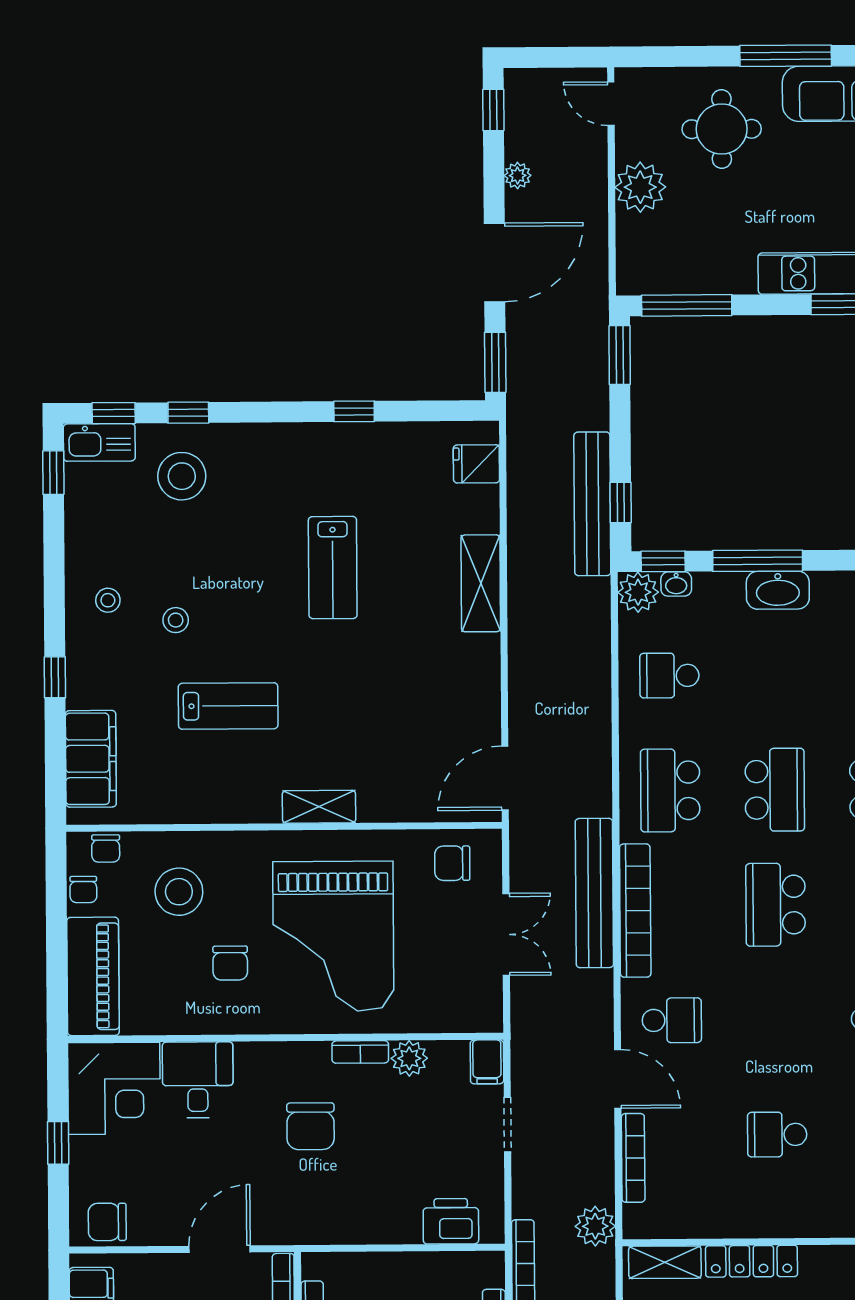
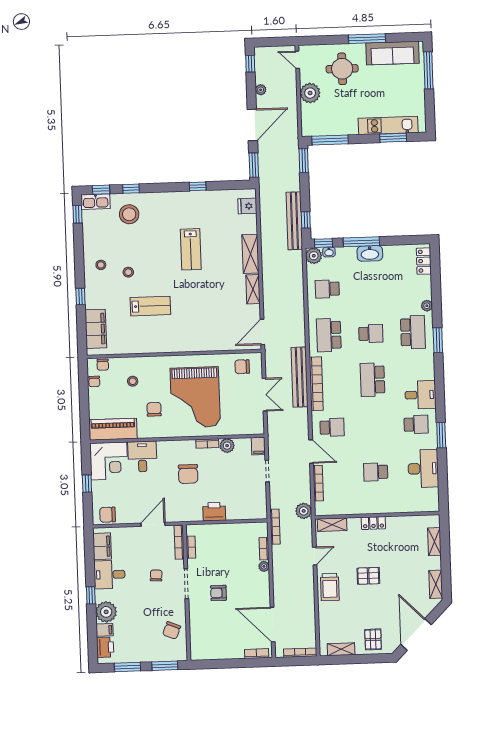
school desk: (775, 790) -> (371, 334), width x0.54
shelving: (319, 807) -> (253, 289), moved, turned 90
stool: (179, 892) -> (133, 381), width x0.53, depth x0.53
chair: (230, 963) -> (154, 409), turned 180
piano: (93, 976) -> (113, 429), moved, turned -90
printer: (451, 1221) -> (214, 512), moved
locker: (751, 1261) -> (373, 523), width x0.66

